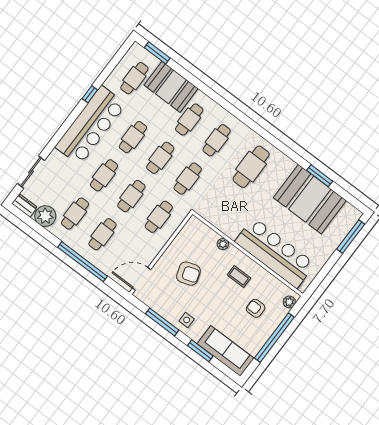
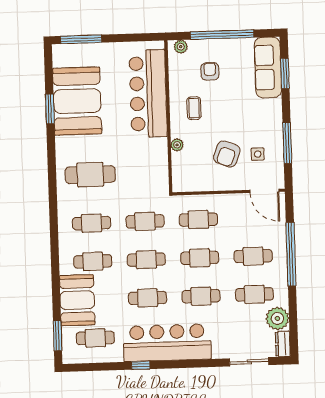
armchair: (188, 274) -> (227, 154), turned -142
armchair: (256, 308) -> (210, 71), turned 180
side table: (187, 320) -> (258, 154), moved
window: (200, 351) -> (285, 73), moved

